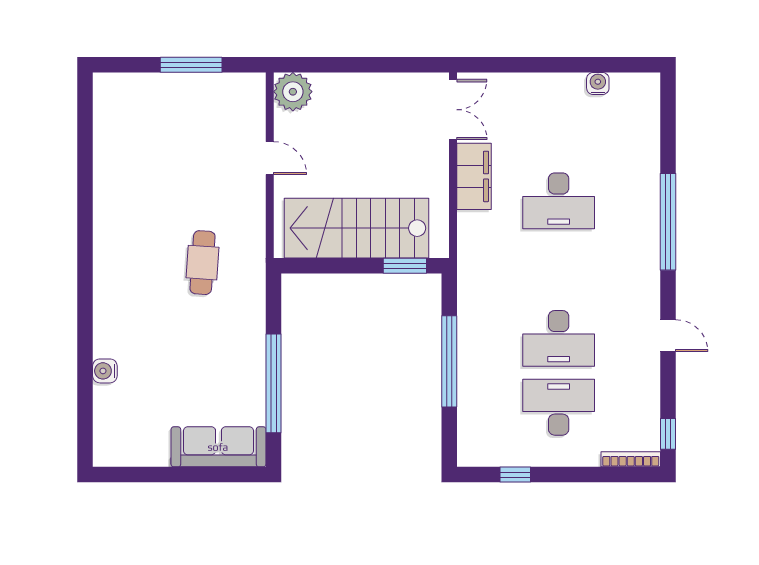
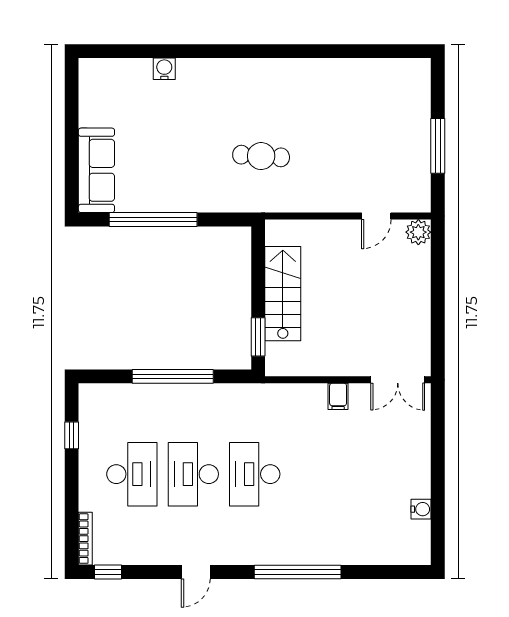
plant: (293, 92) -> (418, 232), width x0.73, depth x0.73
door: (270, 158) -> (376, 216), moved
filing cabinet: (474, 176) -> (338, 396), width x0.33, depth x0.86
desk: (559, 201) -> (255, 474), moved
stairs: (357, 228) -> (283, 294), width x0.73, depth x0.66

